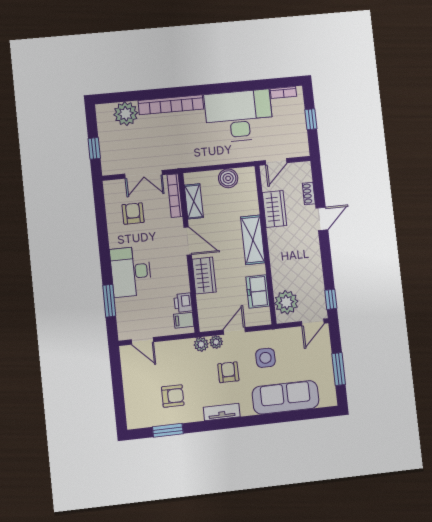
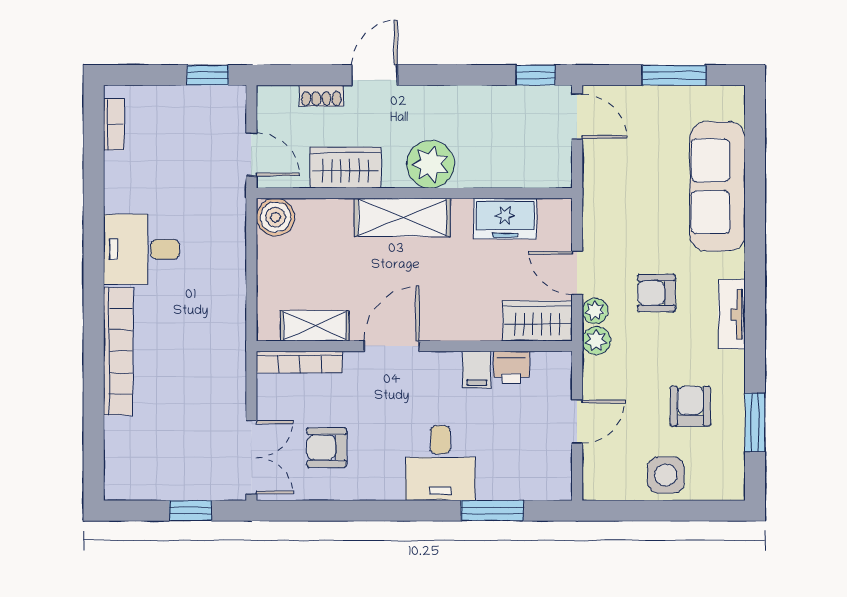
plant: (126, 114) -> (128, 442), removed
desk: (239, 116) -> (142, 249), width x0.53, depth x0.77
window: (311, 119) -> (208, 75), moved
double door: (144, 174) -> (251, 457), moved
boiler: (228, 178) -> (276, 217), moved
door: (322, 219) -> (375, 75), hinge flipped
desk: (131, 272) -> (440, 463), width x0.73
wardrobe: (204, 276) -> (537, 321), moved
plant: (286, 302) -> (431, 164), moved
filing cabinet: (184, 320) -> (477, 370), moved
door: (142, 341) -> (577, 422), moved
side table: (265, 358) -> (666, 475), moved

